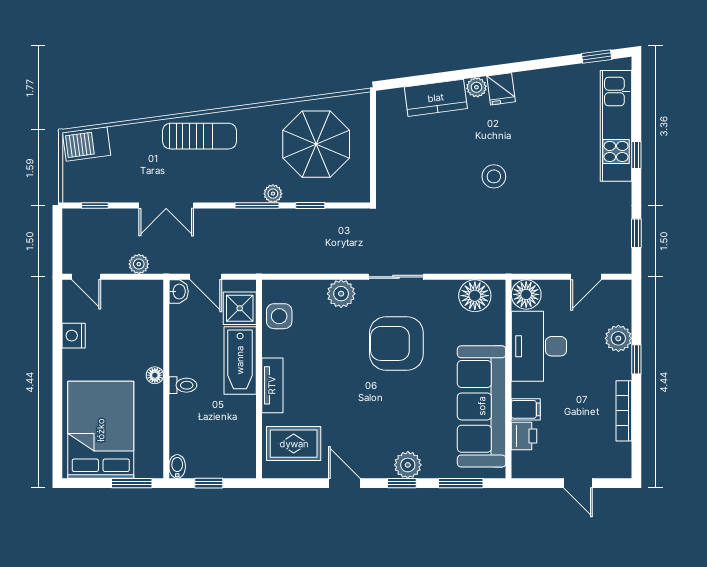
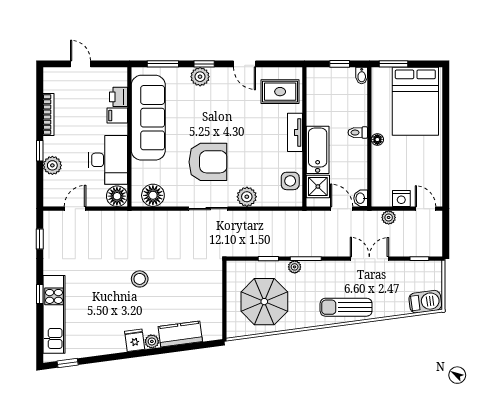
nightstand: (74, 336) -> (401, 198), moved, turned 90

